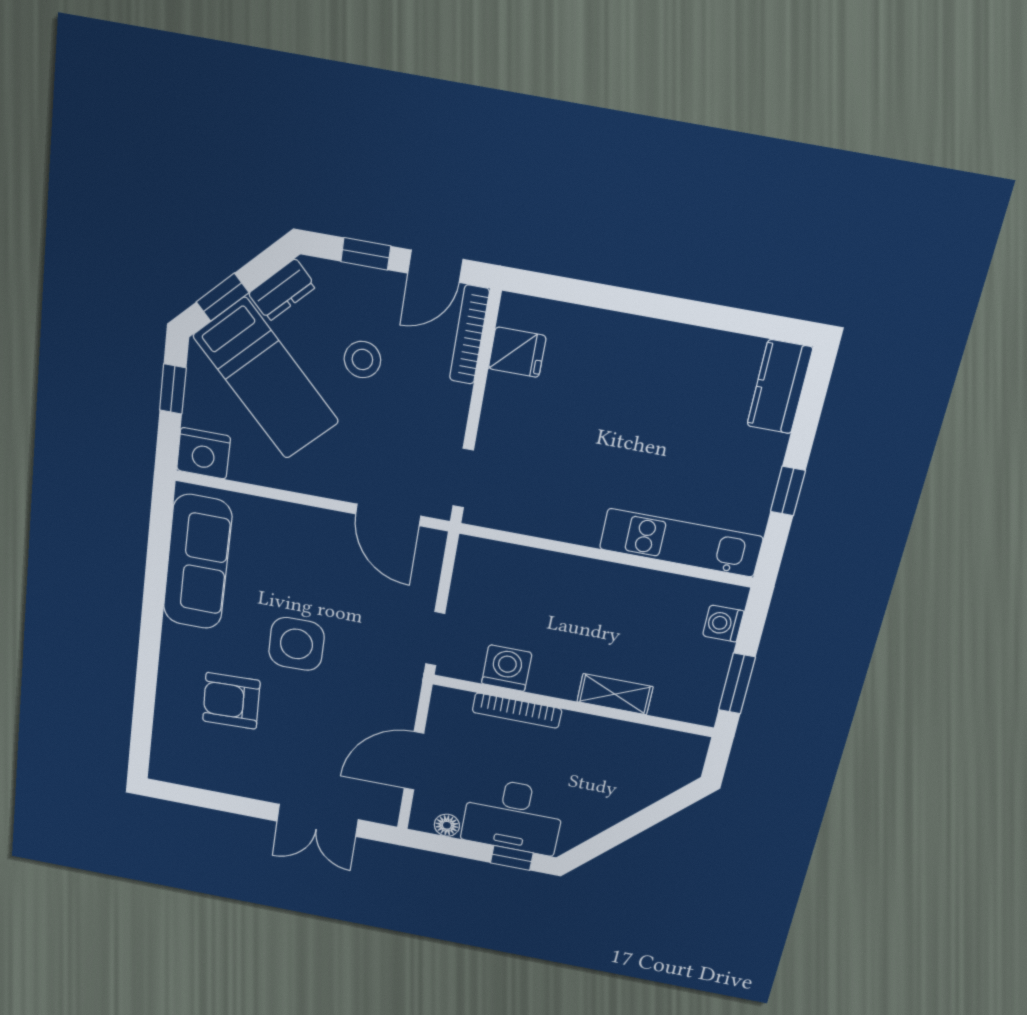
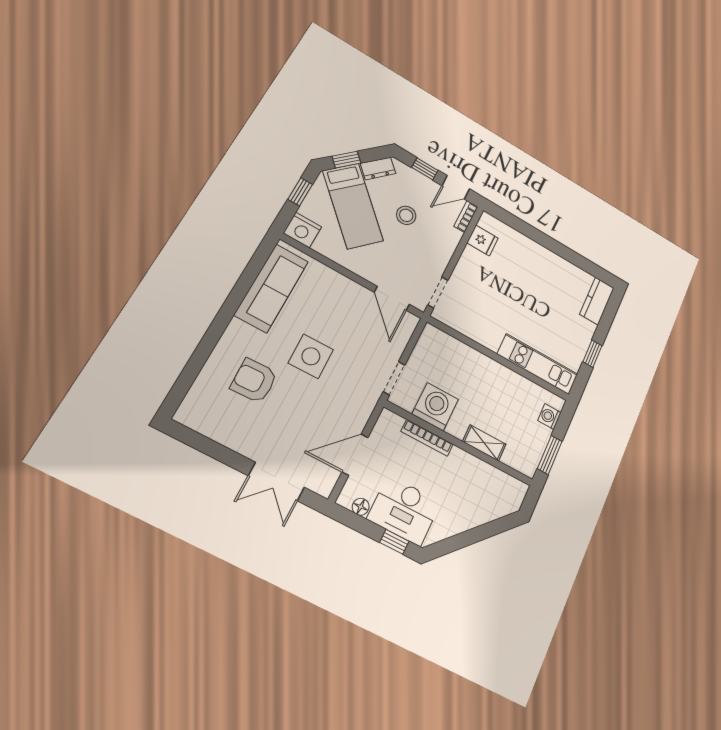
bookcase: (469, 335) -> (466, 217), width x0.64
washing machine: (507, 668) -> (435, 407), width x1.37, depth x1.37

